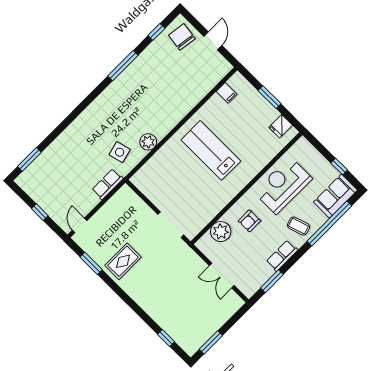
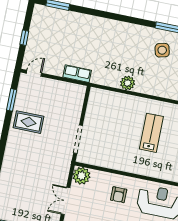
lab bench: (211, 150) -> (151, 133), width x0.73, depth x0.72
side table: (120, 152) -> (162, 50), moved
armchair: (249, 221) -> (119, 195), turned -90
plant: (221, 232) -> (81, 176), moved

